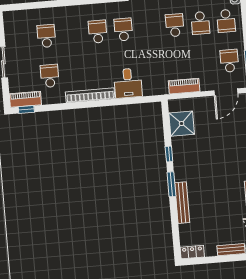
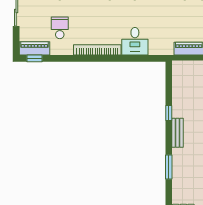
shower: (182, 124) -> (183, 85), removed
window: (171, 184) -> (169, 167), moved
bench: (182, 203) -> (178, 133), moved, width x0.73

